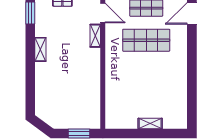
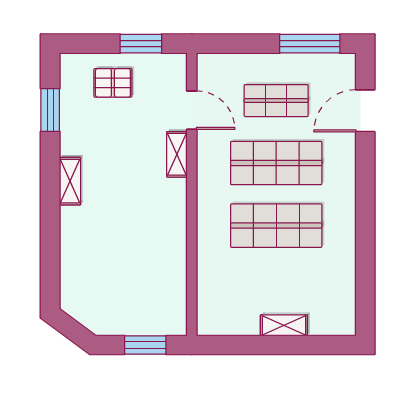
shop shelf: (146, 72) -> (276, 226), added

